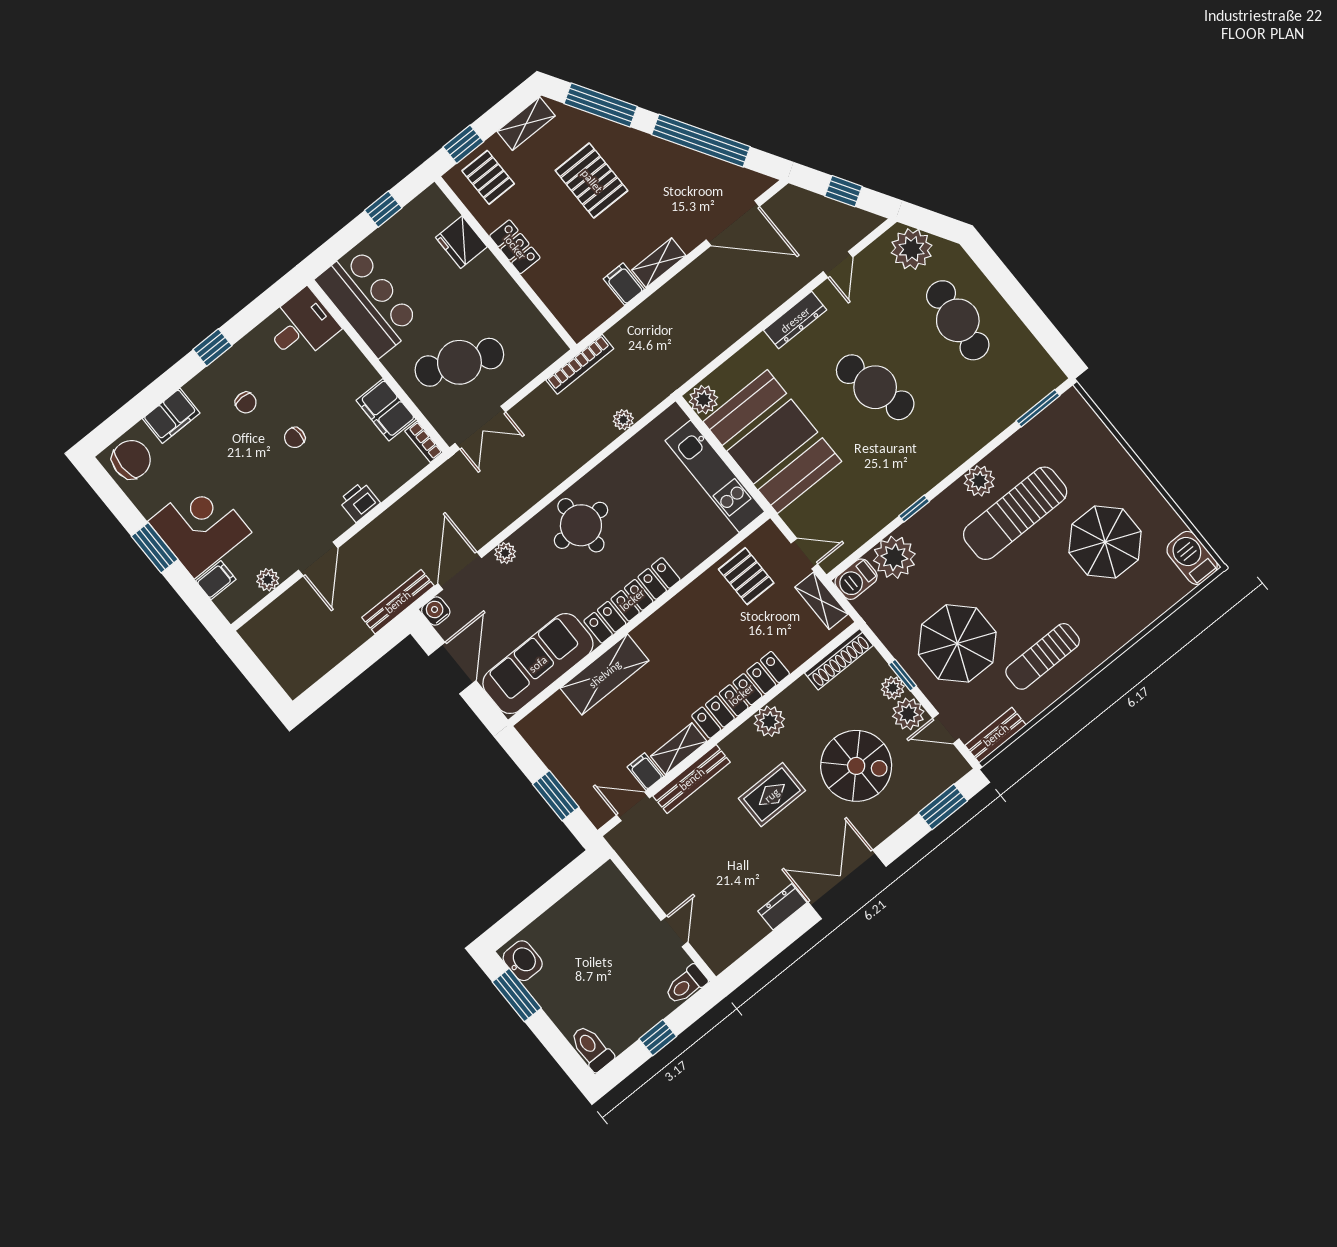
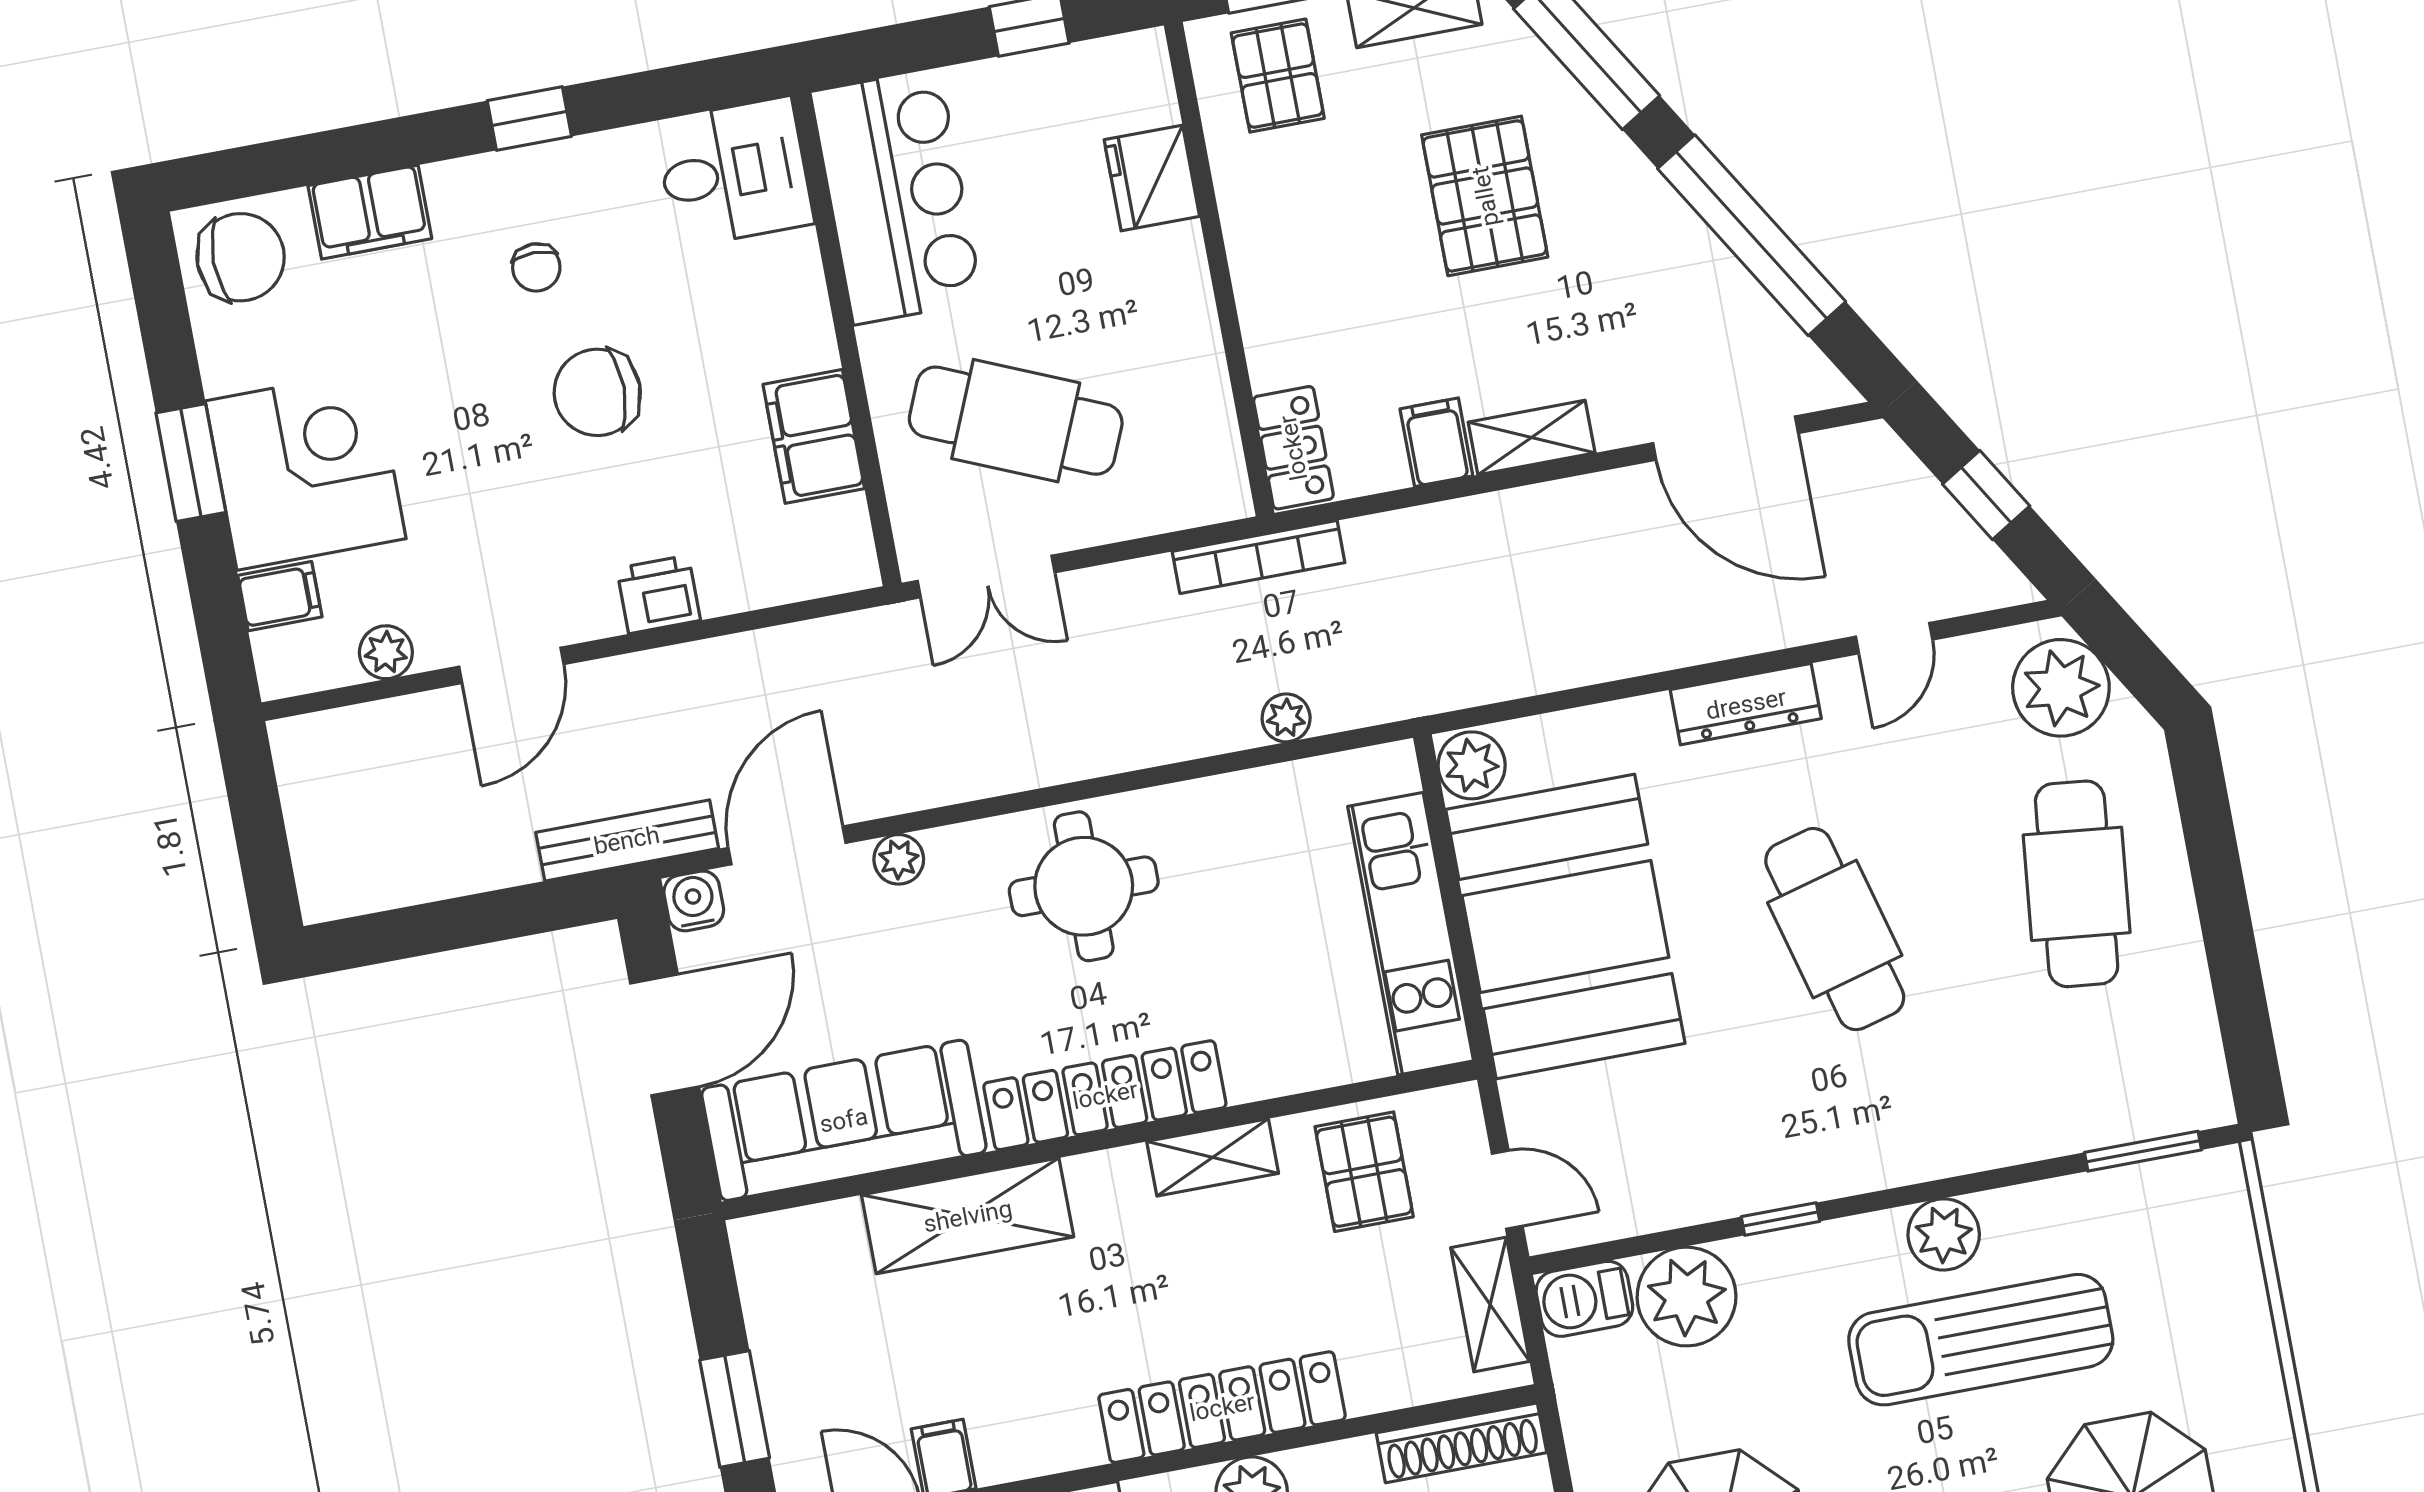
locker: (515, 247) -> (1293, 448), moved
chair: (295, 438) -> (597, 392), width x1.87, depth x1.87
bookcase: (424, 442) -> (856, 543), removed
shelving: (679, 749) -> (1213, 1157), moved

